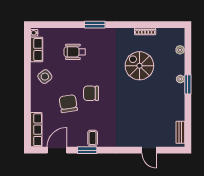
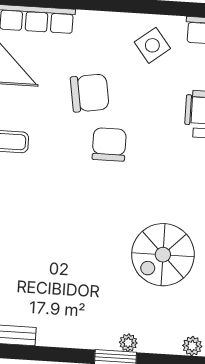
spiral stairs: (139, 66) -> (163, 255), turned 180

